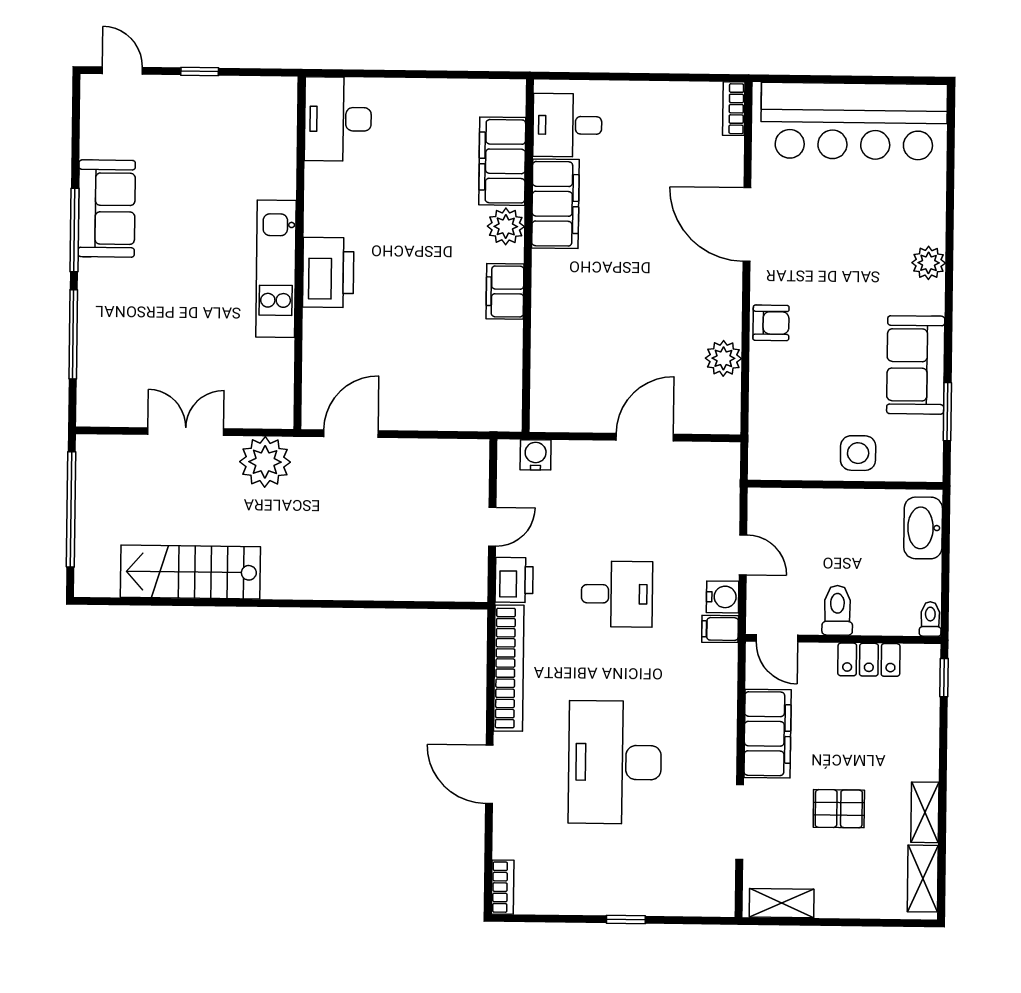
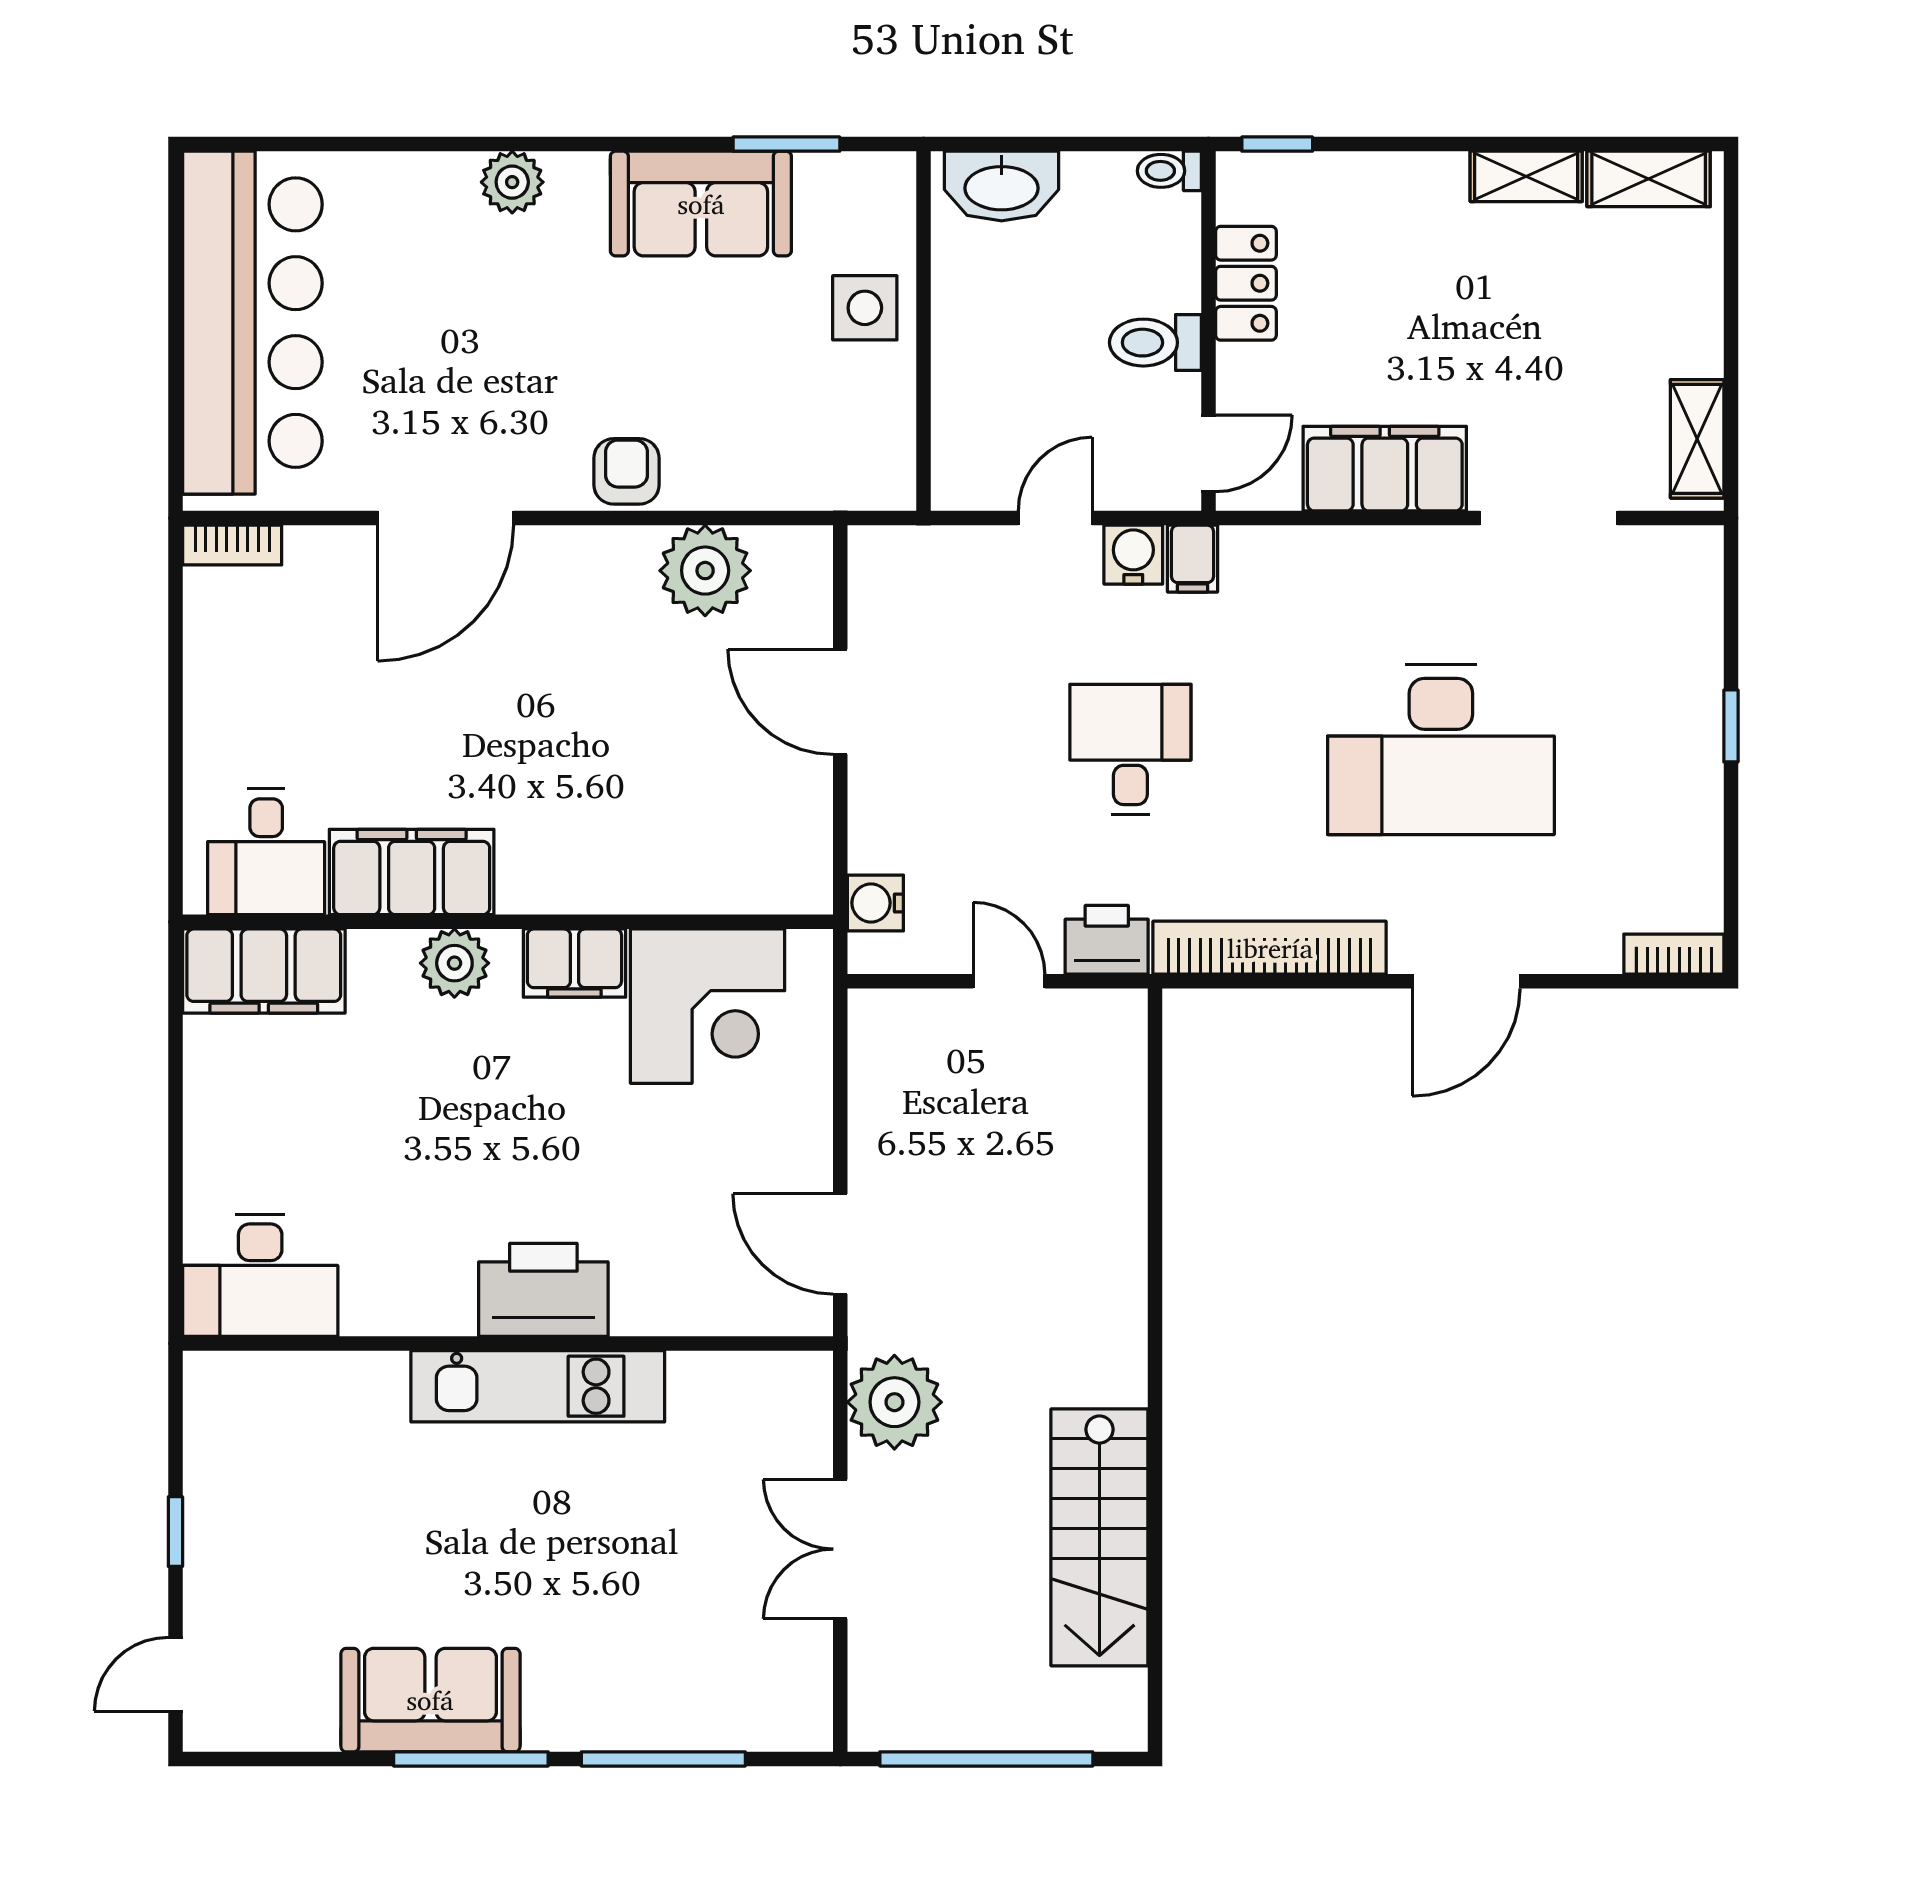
filing cabinet: (502, 161) -> (264, 971), moved
plant: (723, 358) -> (705, 571), width x1.36, depth x1.36
corner desk: (481, 363) -> (708, 1006), added
pallet: (839, 809) -> (1522, 335), removed

